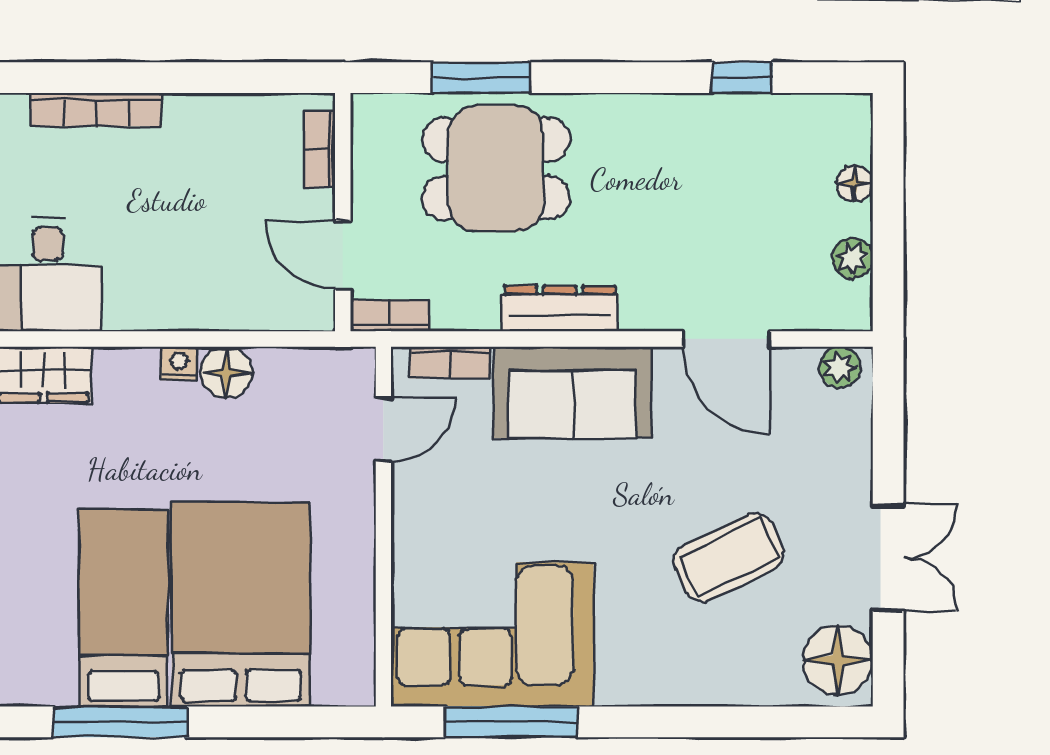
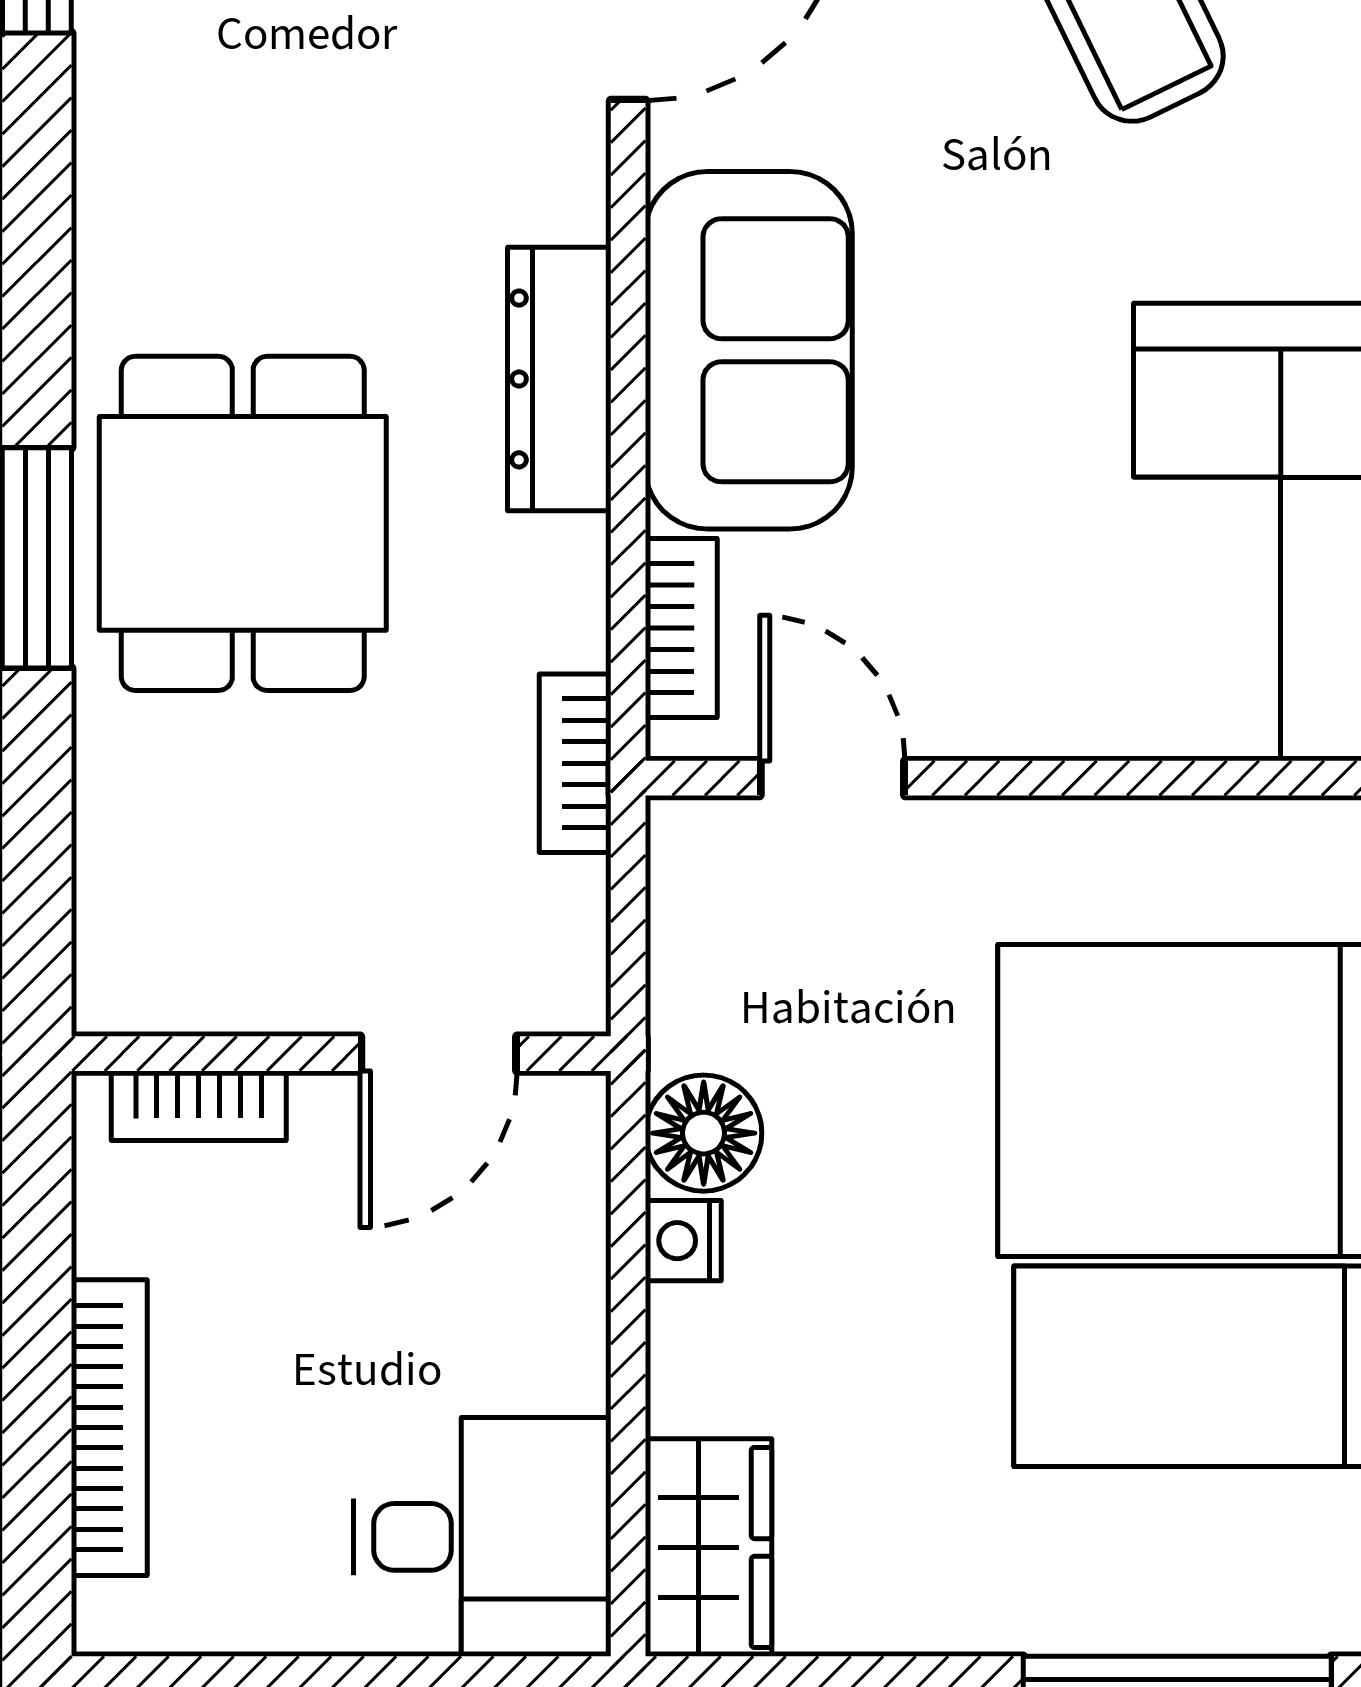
bookcase: (320, 149) -> (199, 1106), moved
wall: (343, 212) -> (341, 1054), moved
door: (343, 255) -> (439, 1054), moved

